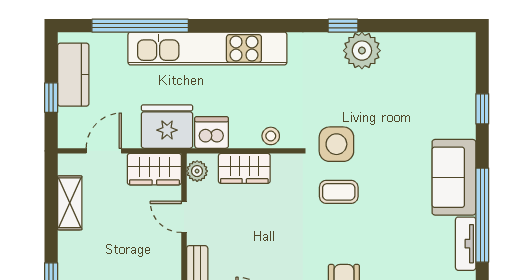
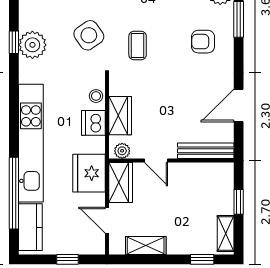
plant: (362, 51) -> (32, 45), moved
kitchen counter: (73, 75) -> (30, 227), moved, turned 90
dishwasher: (212, 132) -> (93, 123), moved
side table: (336, 144) -> (89, 35), moved, turned -35
door: (184, 217) -> (156, 161), hinge flipped

